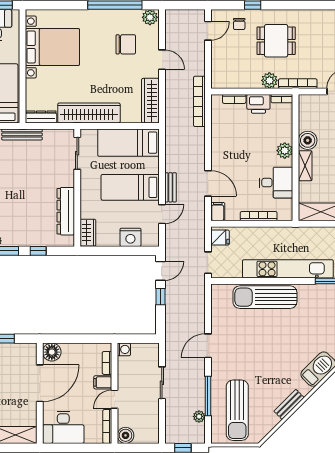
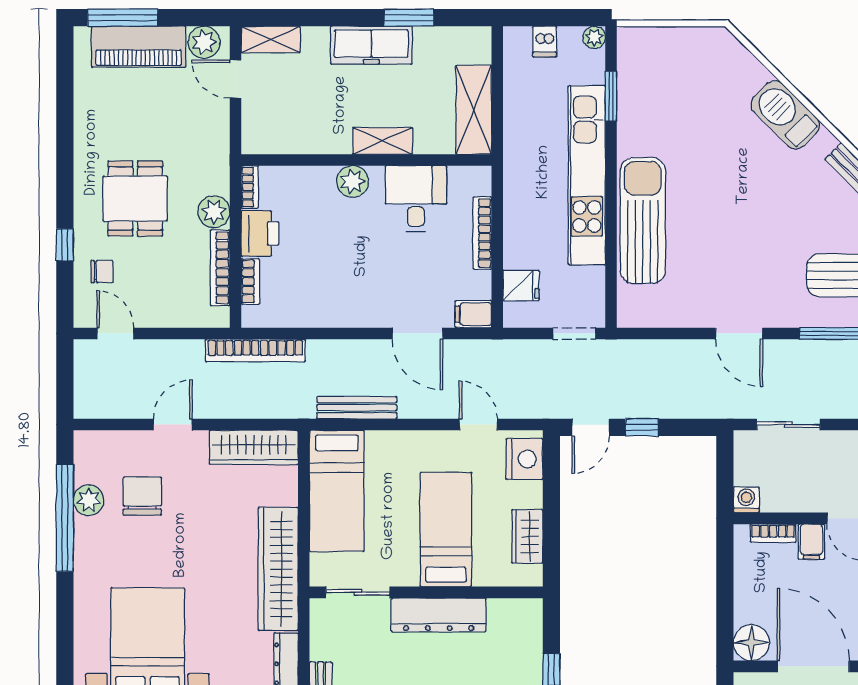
plant: (150, 17) -> (89, 500), moved
bookcase: (298, 84) -> (220, 268), moved
boiler: (308, 140) -> (332, 136), removed
door: (208, 183) -> (418, 333), swing flipped
bed: (130, 187) -> (446, 529), moved, turned 180
bench: (170, 187) -> (357, 408), moved, width x1.36
dresser: (66, 211) -> (439, 615), moved
wardrobe: (88, 233) -> (527, 536), moved, turned -90
nightstand: (130, 237) -> (524, 459), moved
fridge: (220, 238) -> (521, 286), moved, turned 90
door: (160, 271) -> (591, 427), swing flipped
sun lounger: (265, 297) -> (643, 221), turned 180
sliding door: (162, 383) -> (788, 425), moved

